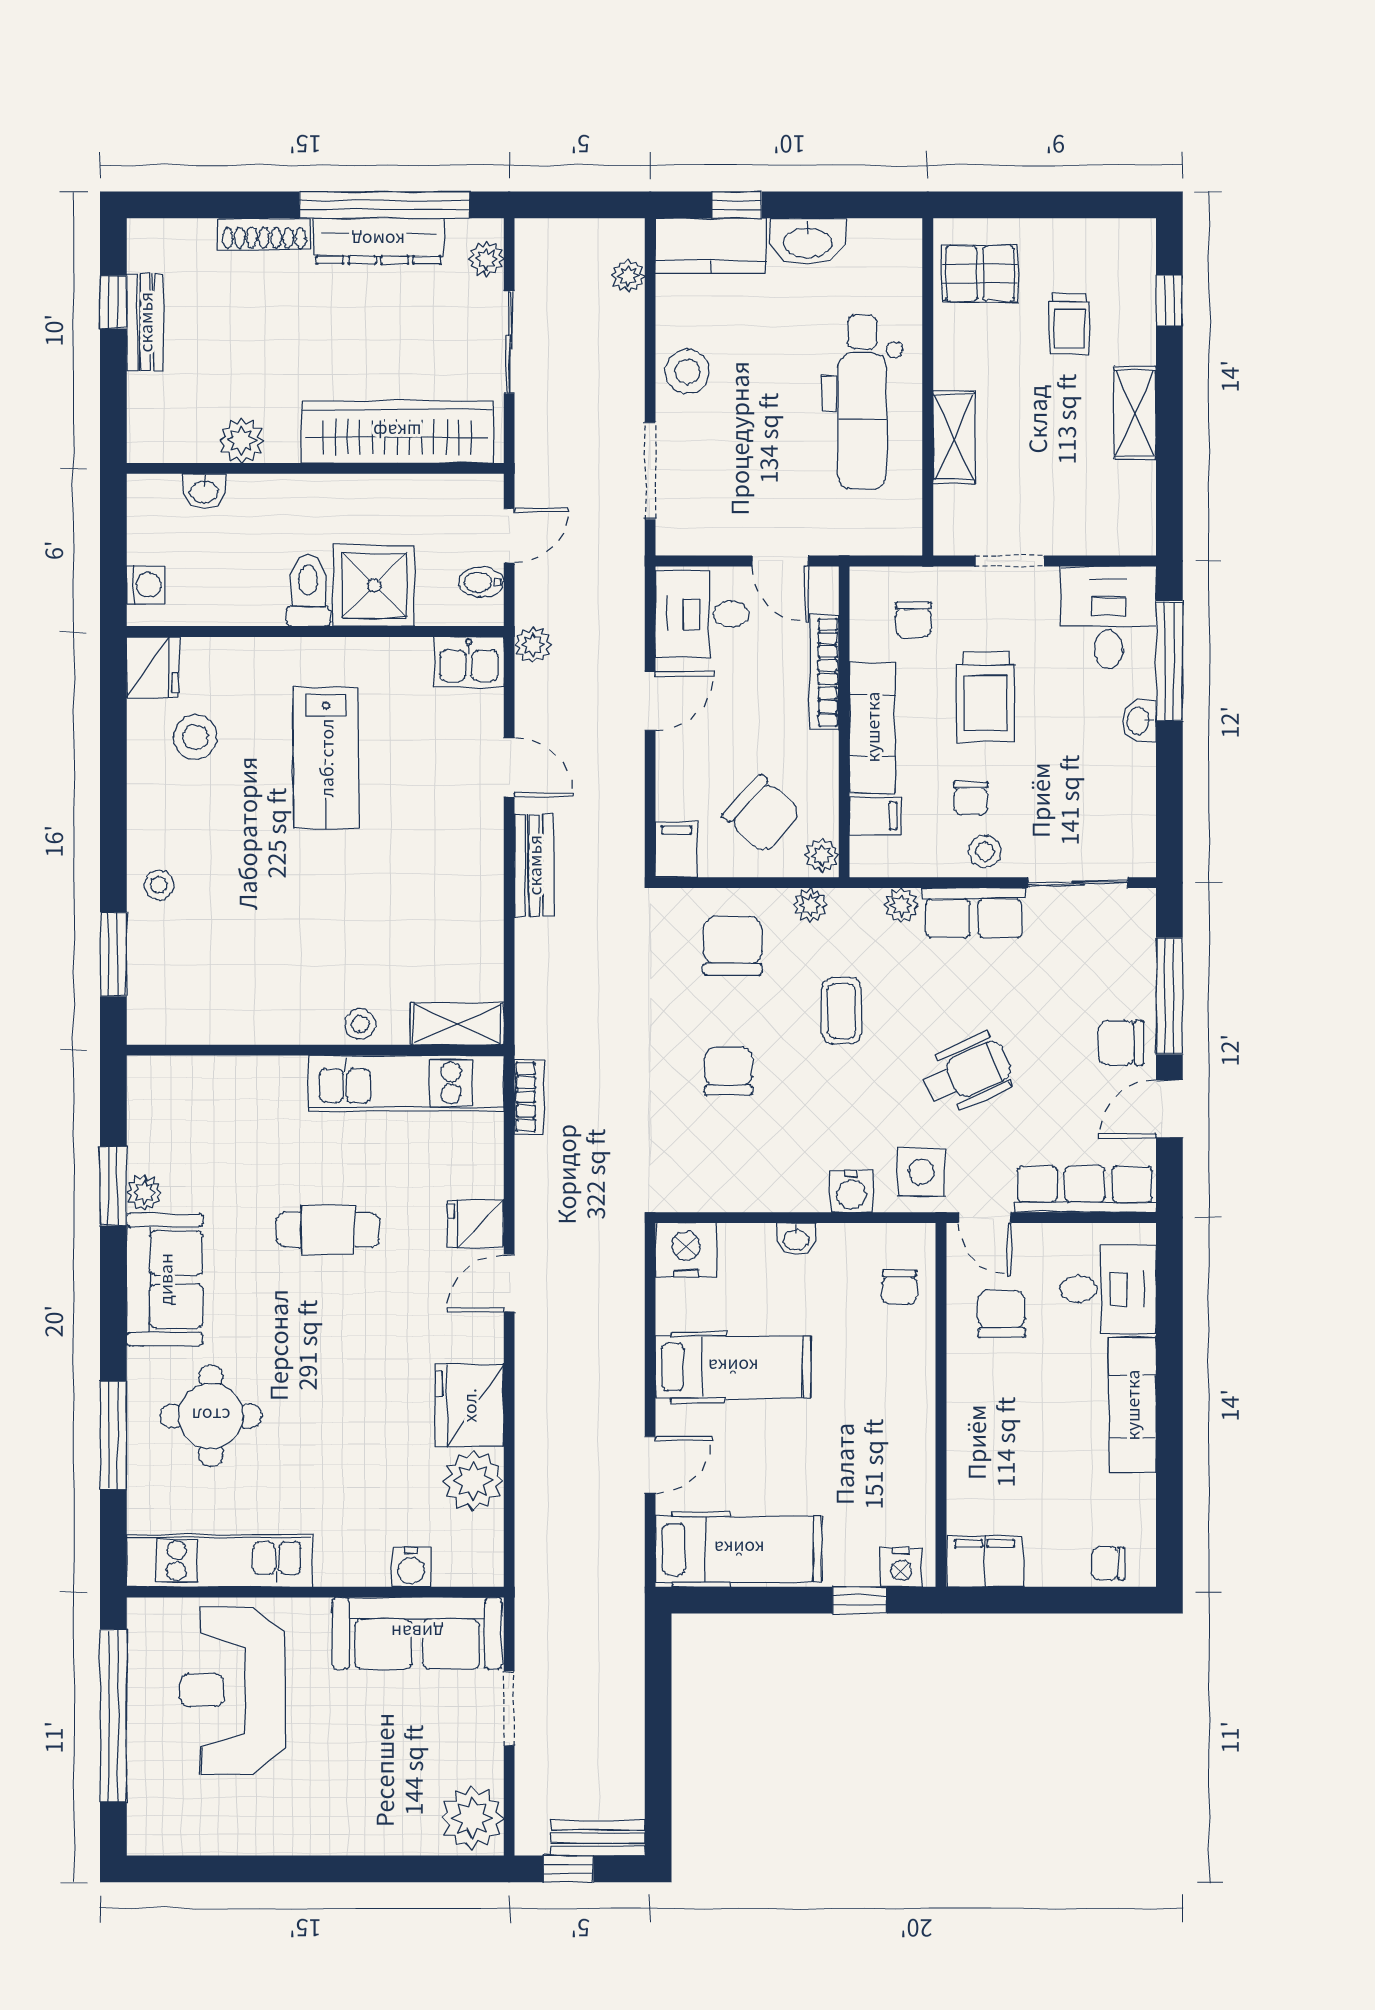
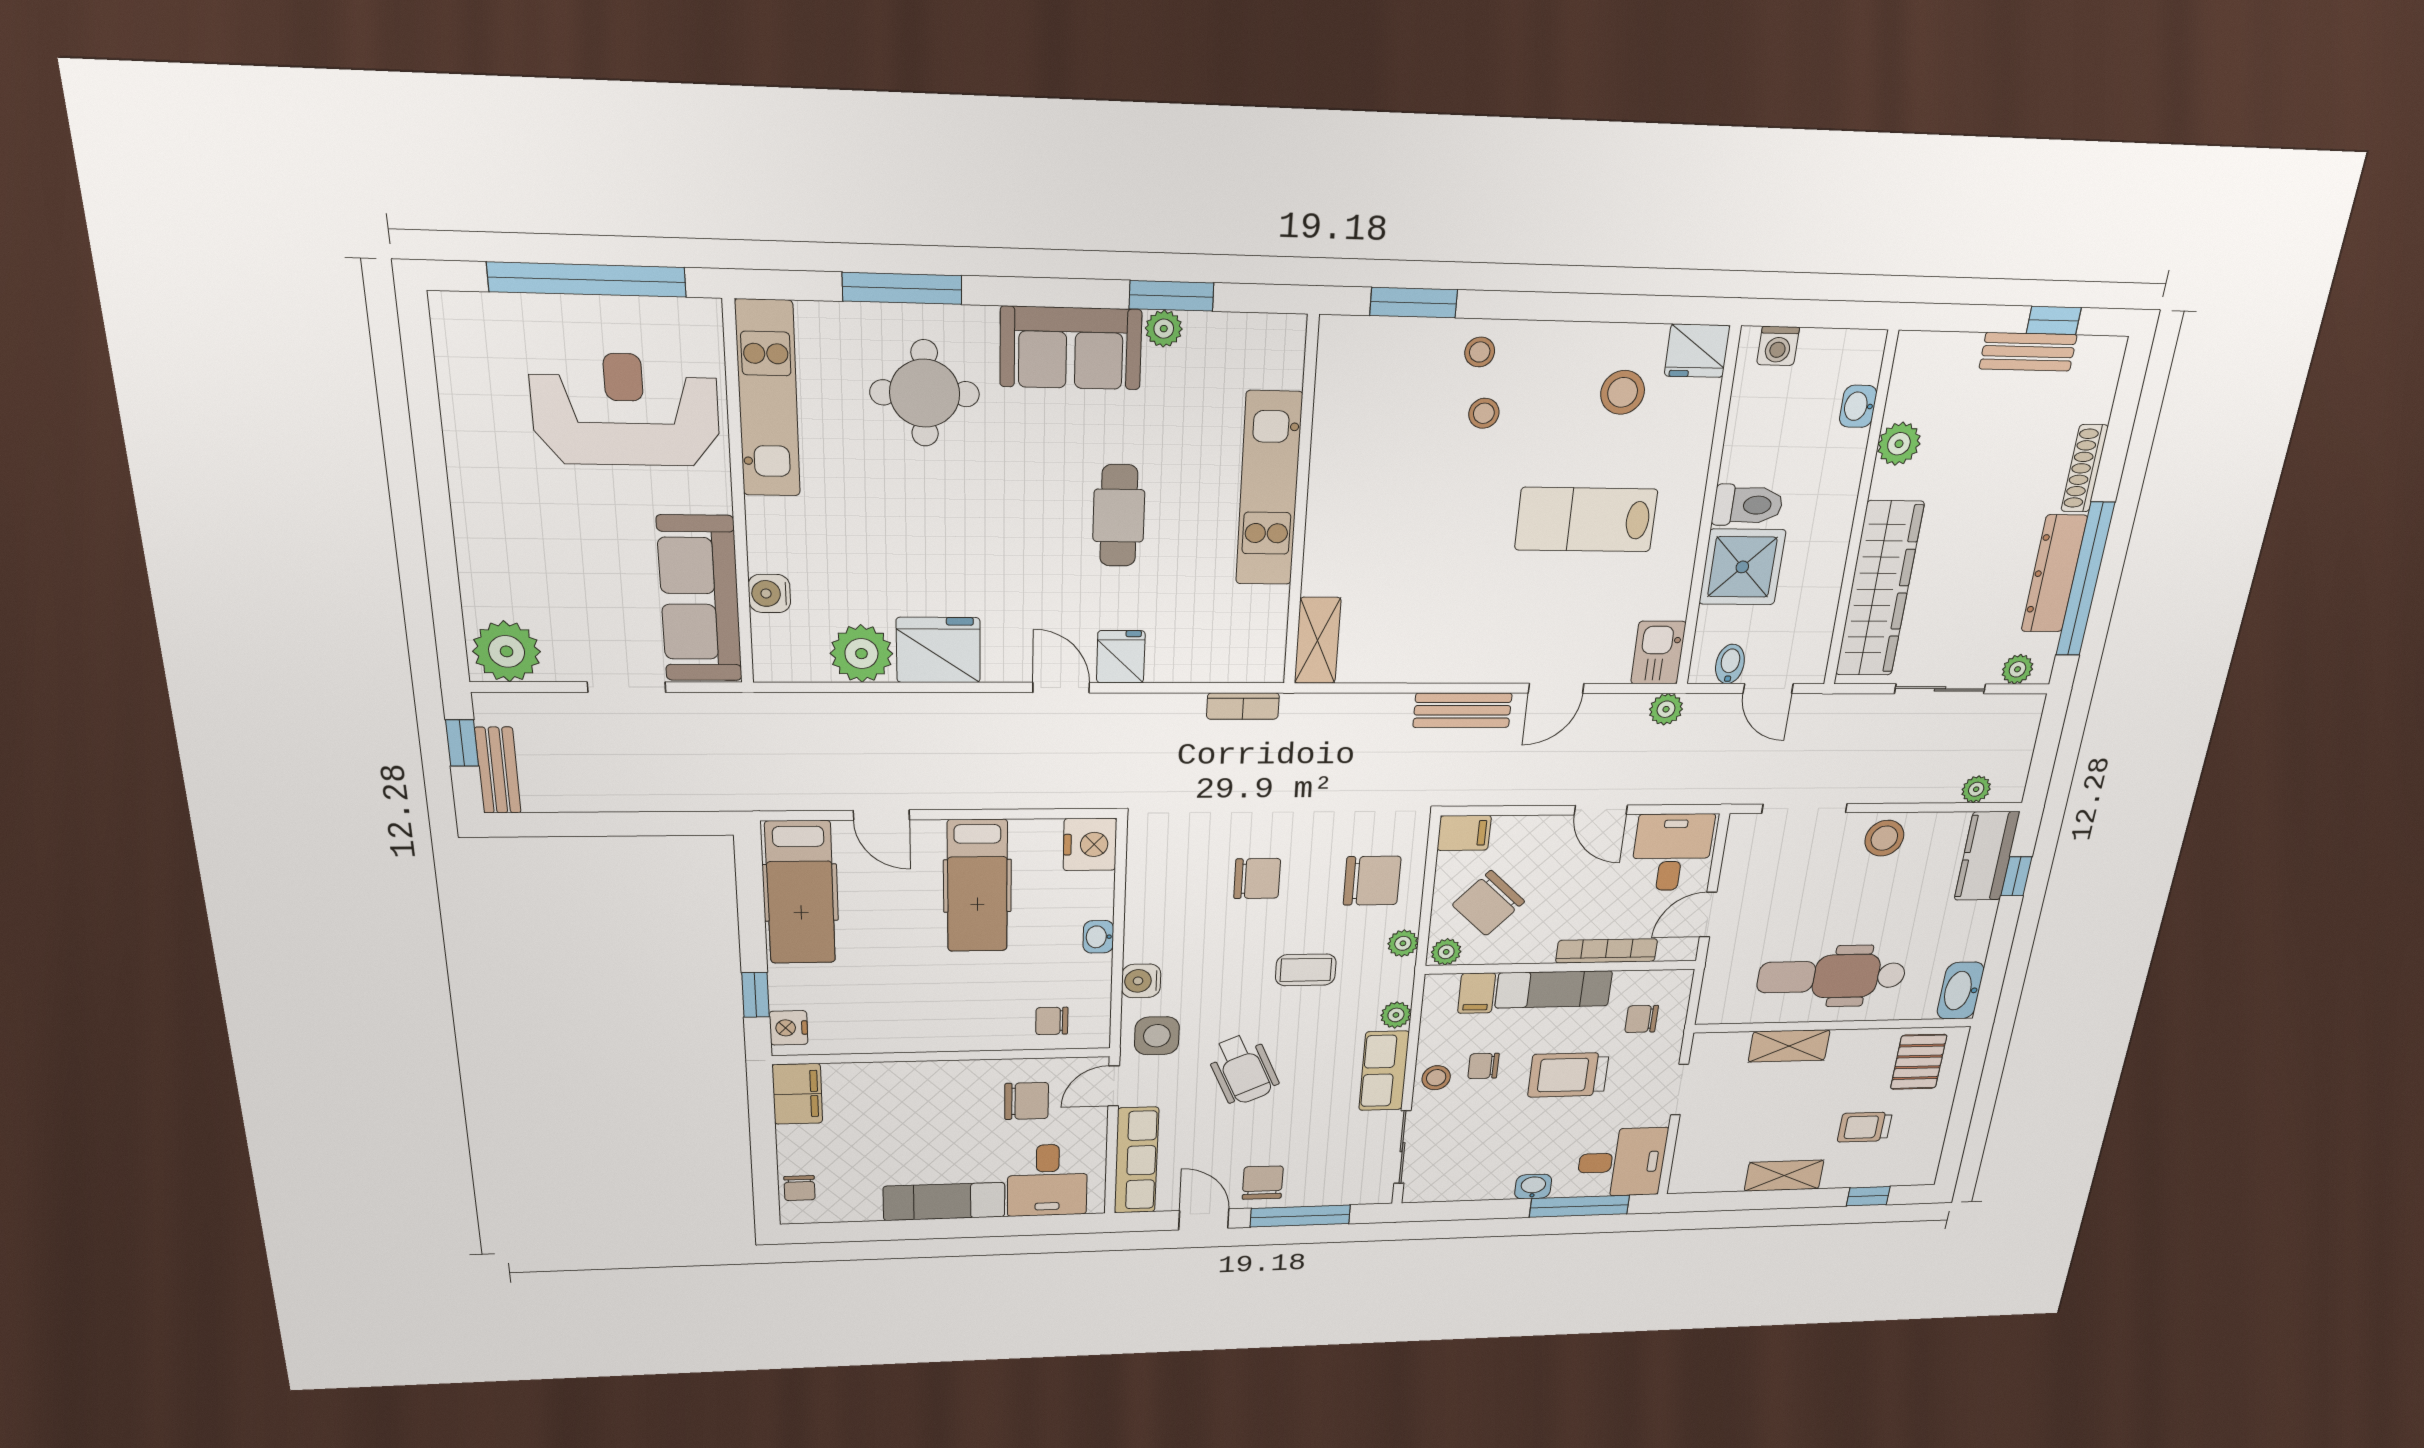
washbasin: (808, 241) -> (1960, 991), moved
stool: (360, 1024) -> (1484, 413), moved
kitchen unit: (406, 1083) -> (1269, 489), moved
chair: (1108, 1563) -> (800, 1188), turned 180

